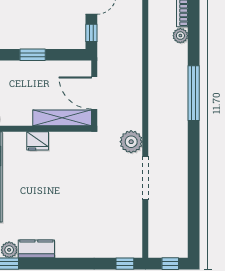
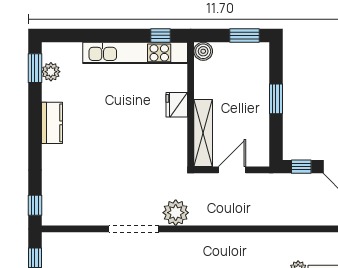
door: (94, 93) -> (232, 170), width x0.73
kitchen counter: (36, 249) -> (52, 123), moved

